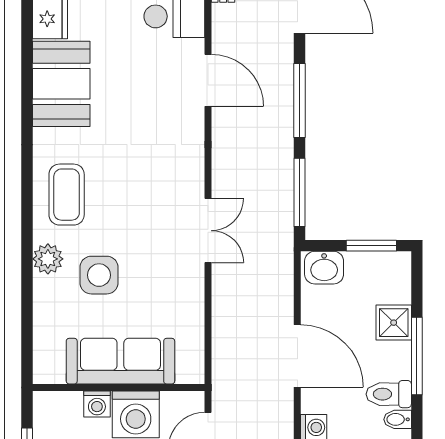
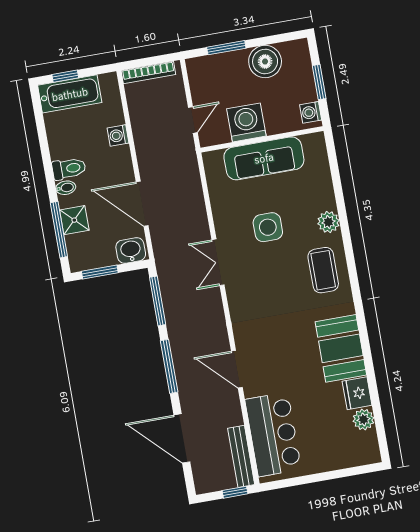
side table: (99, 275) -> (268, 227), moved
door: (297, 356) -> (142, 204), moved
window: (417, 356) -> (59, 230), moved
washing machine: (97, 404) -> (311, 112), moved, turned -90
bidet: (398, 419) -> (66, 188), moved

